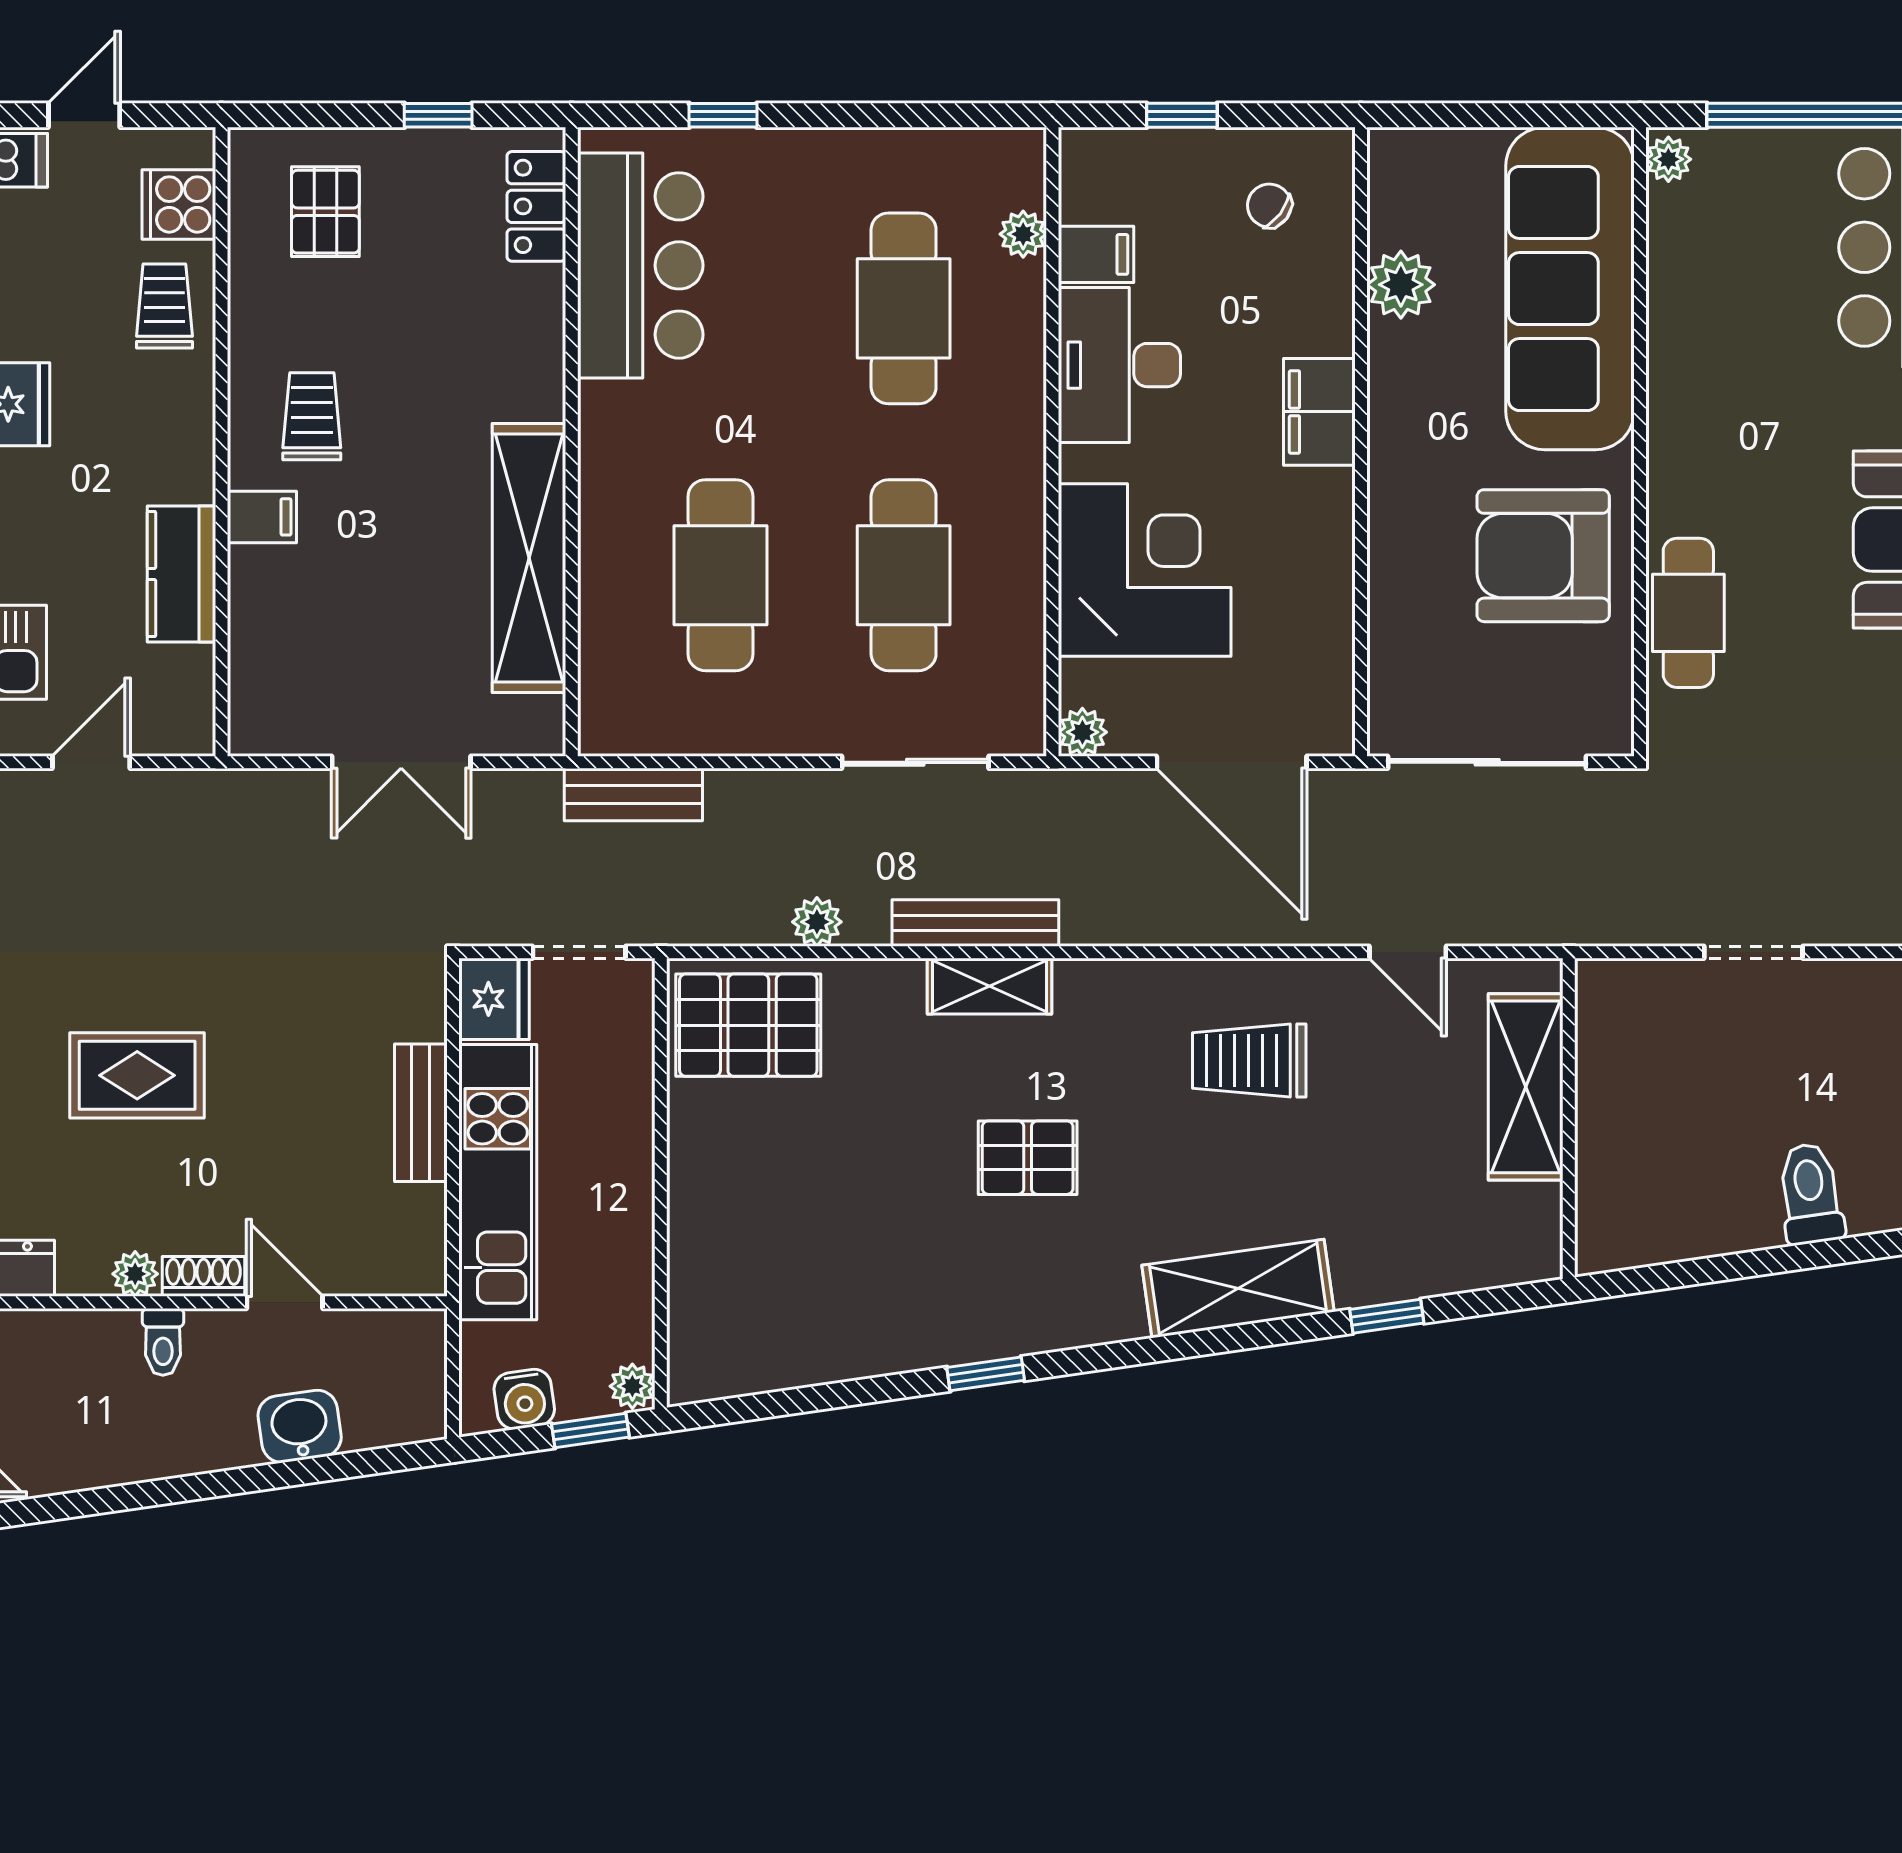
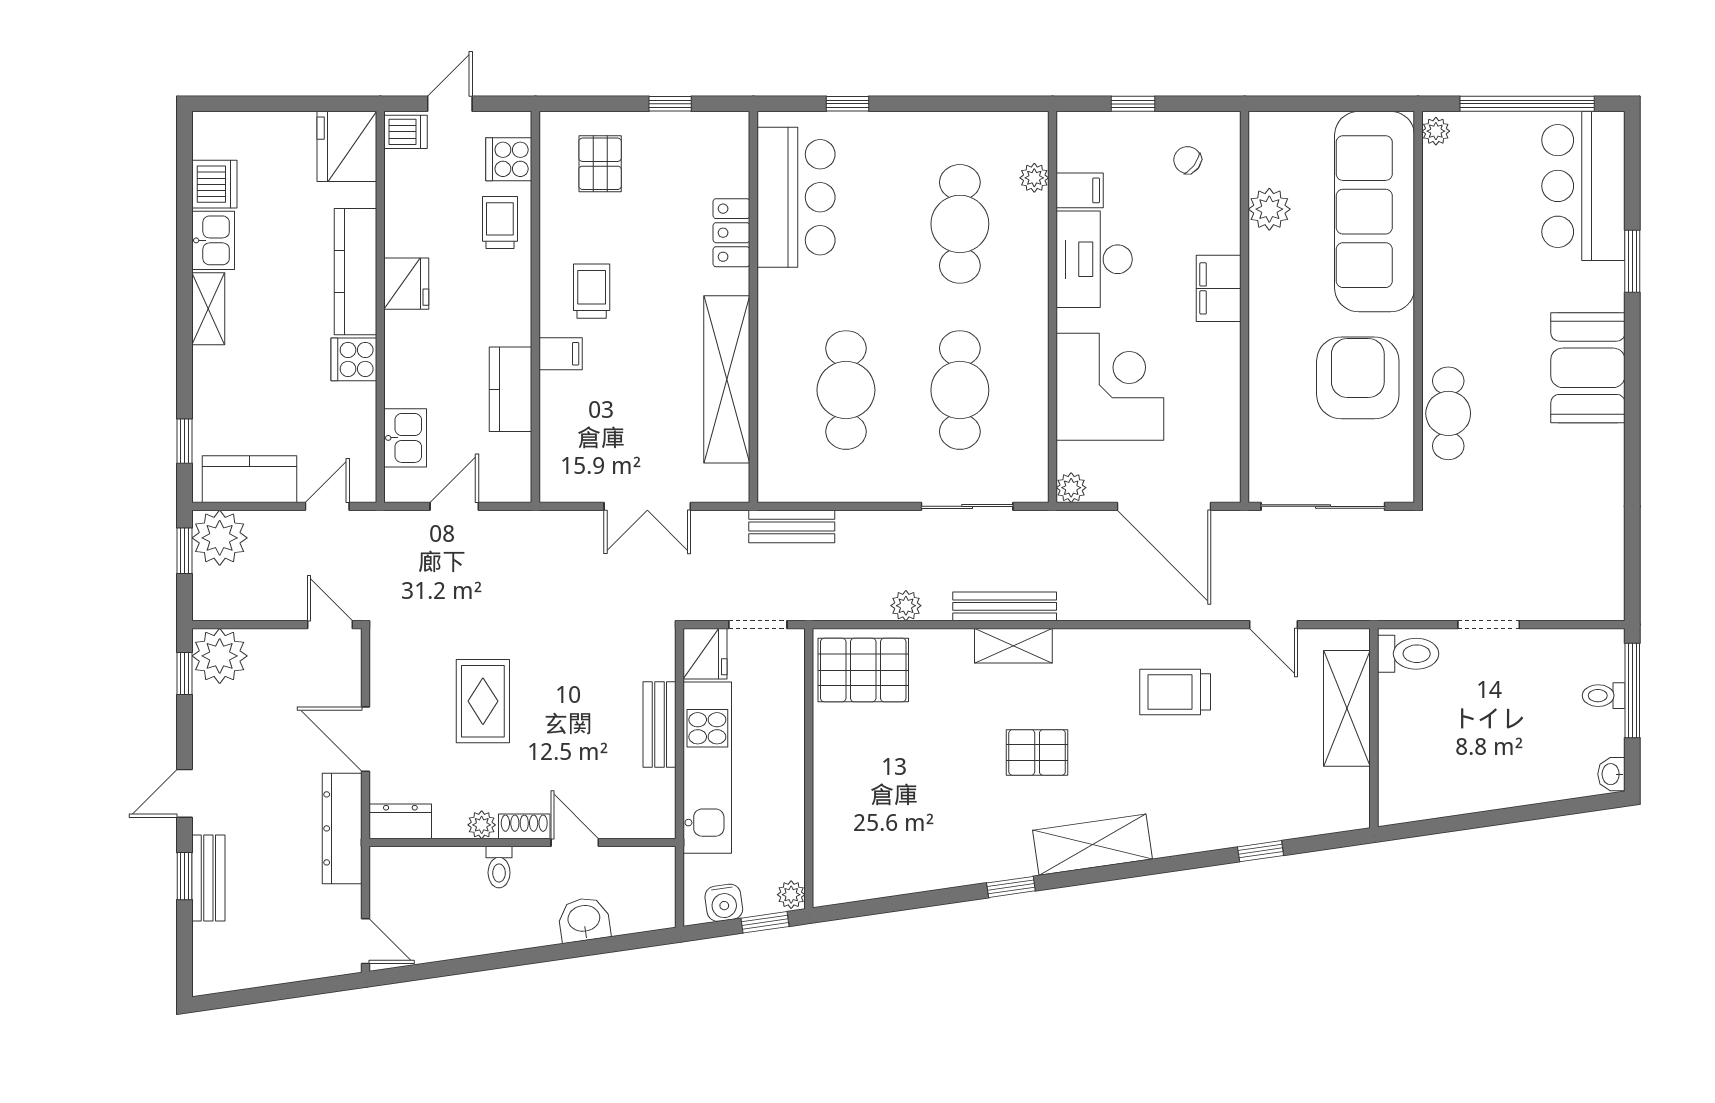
locker: (536, 206) -> (731, 233), moved
armchair: (1543, 556) -> (1358, 378), turned 90
rug: (137, 1075) -> (483, 701), turned 90
toilet: (1810, 1194) -> (1408, 654), moved, turned 98
shelving: (1238, 1288) -> (1092, 845), moved

